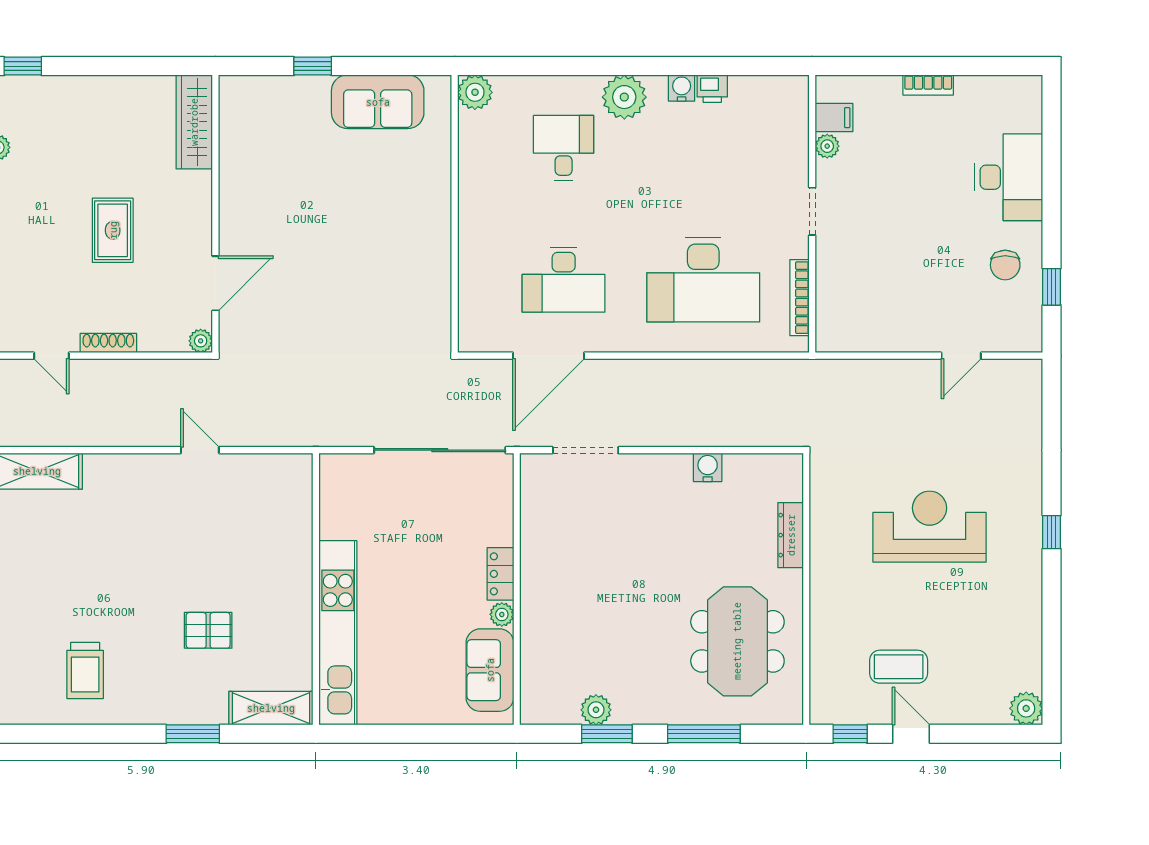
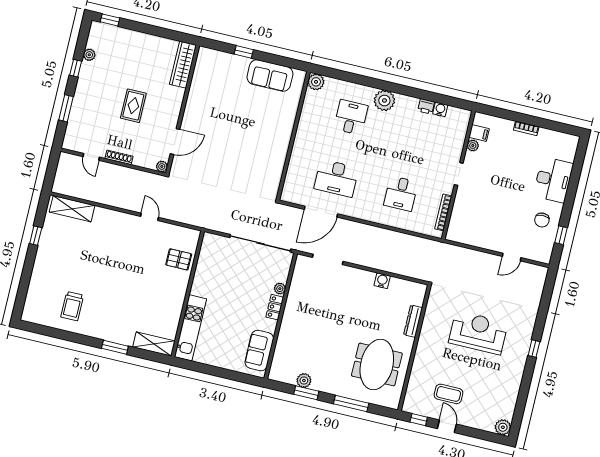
water cooler: (682, 88) -> (440, 109), moved
desk: (703, 280) -> (401, 194), width x0.53, depth x0.77
plant: (502, 614) -> (280, 289), moved
pallet: (208, 630) -> (179, 259), moved
kitchen unit: (338, 633) -> (190, 328), width x0.73

